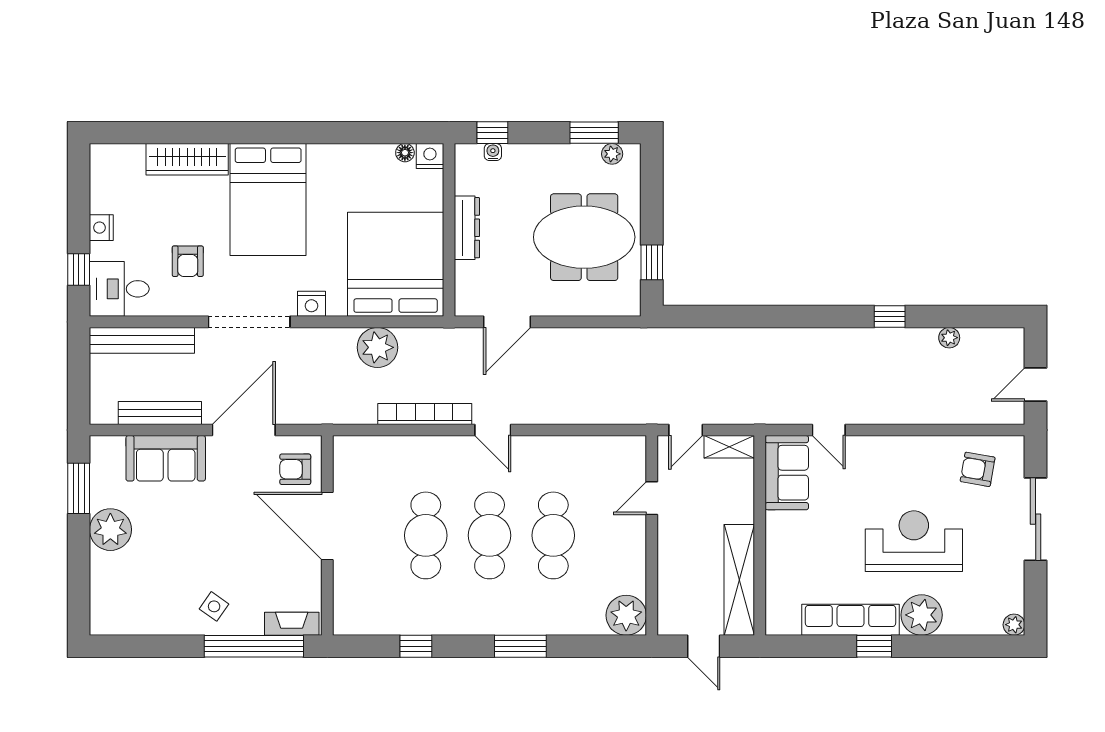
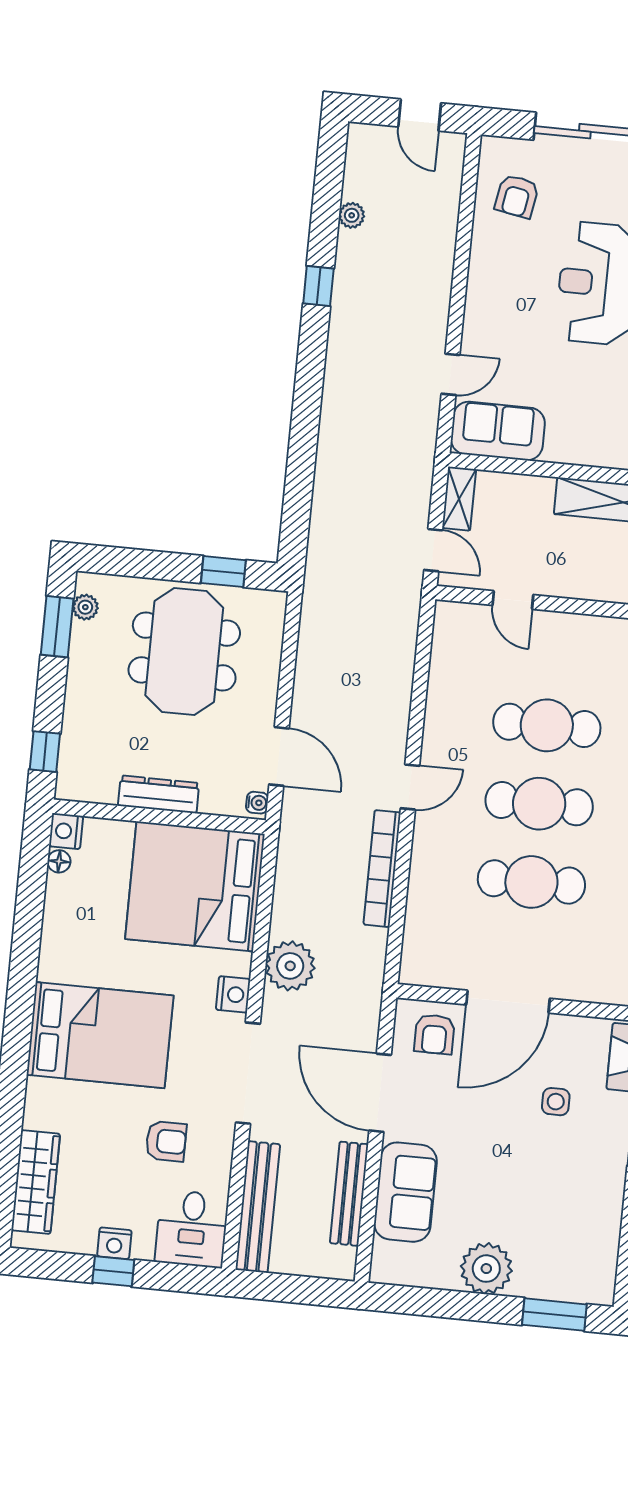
water cooler: (493, 152) -> (257, 803), moved, turned 180
wardrobe: (187, 159) -> (36, 1182), moved
window: (79, 270) -> (113, 1271), moved
plant: (377, 347) -> (290, 966), moved
window: (79, 488) -> (554, 1315), moved
side table: (214, 606) -> (556, 1102), moved, turned -35

